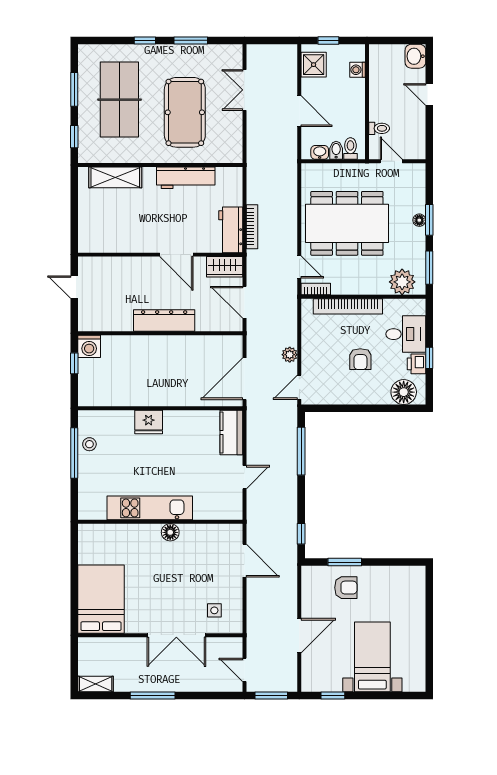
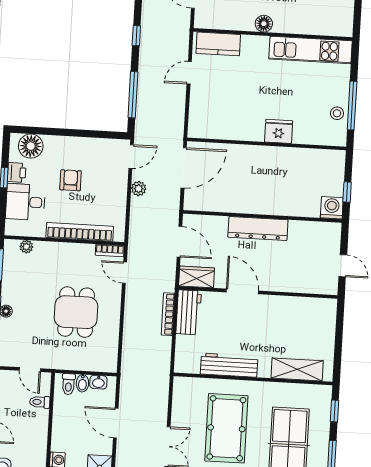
dining table: (347, 223) -> (76, 312), width x0.53, depth x0.80
plant: (402, 282) -> (26, 247), width x0.53, depth x0.53
kitchen counter: (231, 433) -> (218, 44), moved, turned 90
kitchen unit: (150, 508) -> (311, 50), moved
window: (301, 534) -> (136, 36), moved

